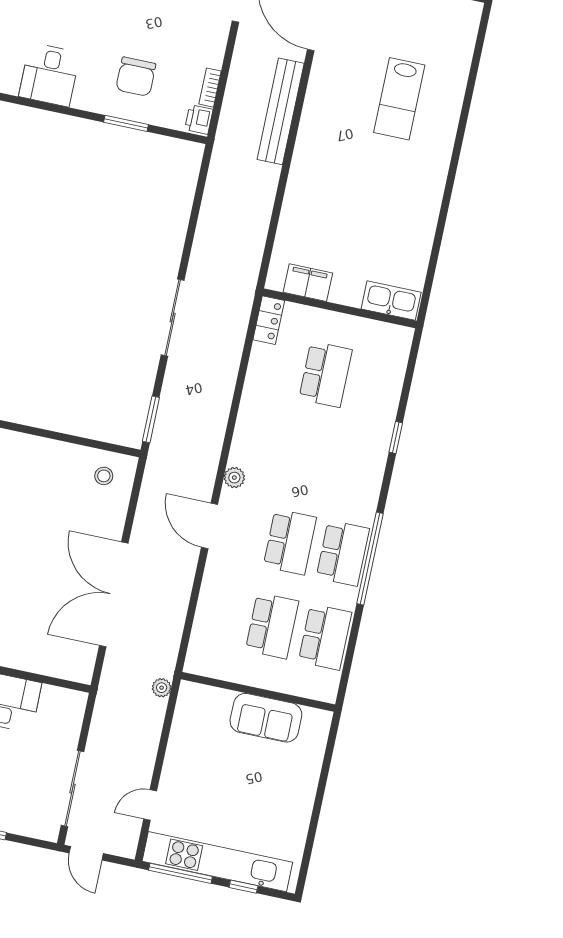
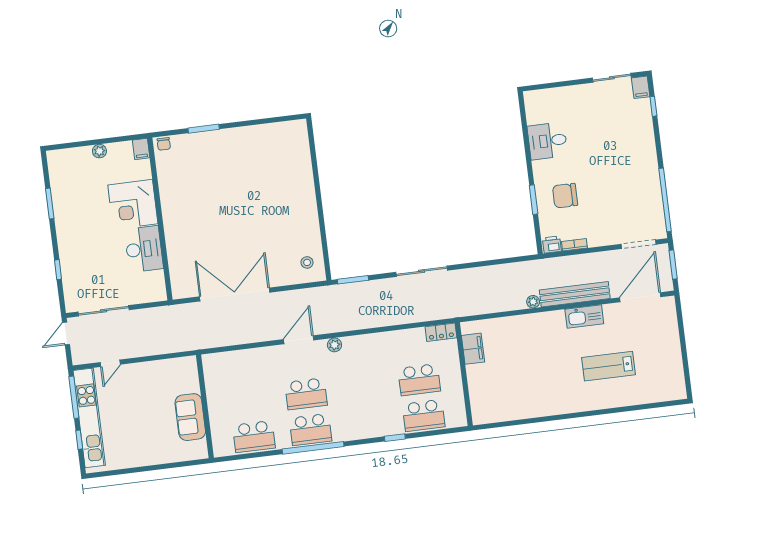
kitchen sink: (391, 301) -> (584, 316), moved, turned 90
school desk: (272, 626) -> (424, 415), moved
plant: (162, 688) -> (533, 302), moved
door: (150, 805) -> (110, 363), swing flipped

